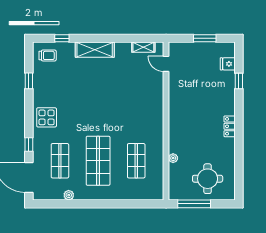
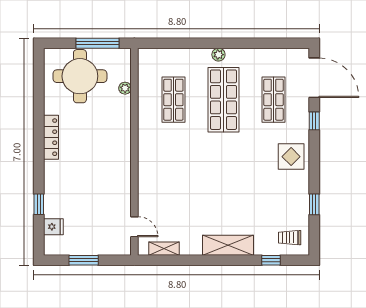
locker: (230, 126) -> (51, 137), width x1.53
plant: (173, 158) -> (125, 88), moved
round table: (208, 179) -> (80, 76), width x1.36, depth x1.36
plant: (69, 195) -> (218, 55), moved

